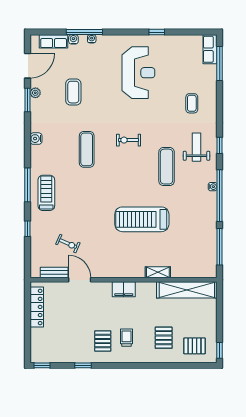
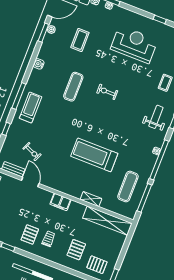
reception desk: (138, 73) -> (134, 44), turned -90
exercise mat: (167, 167) -> (128, 187), moved

